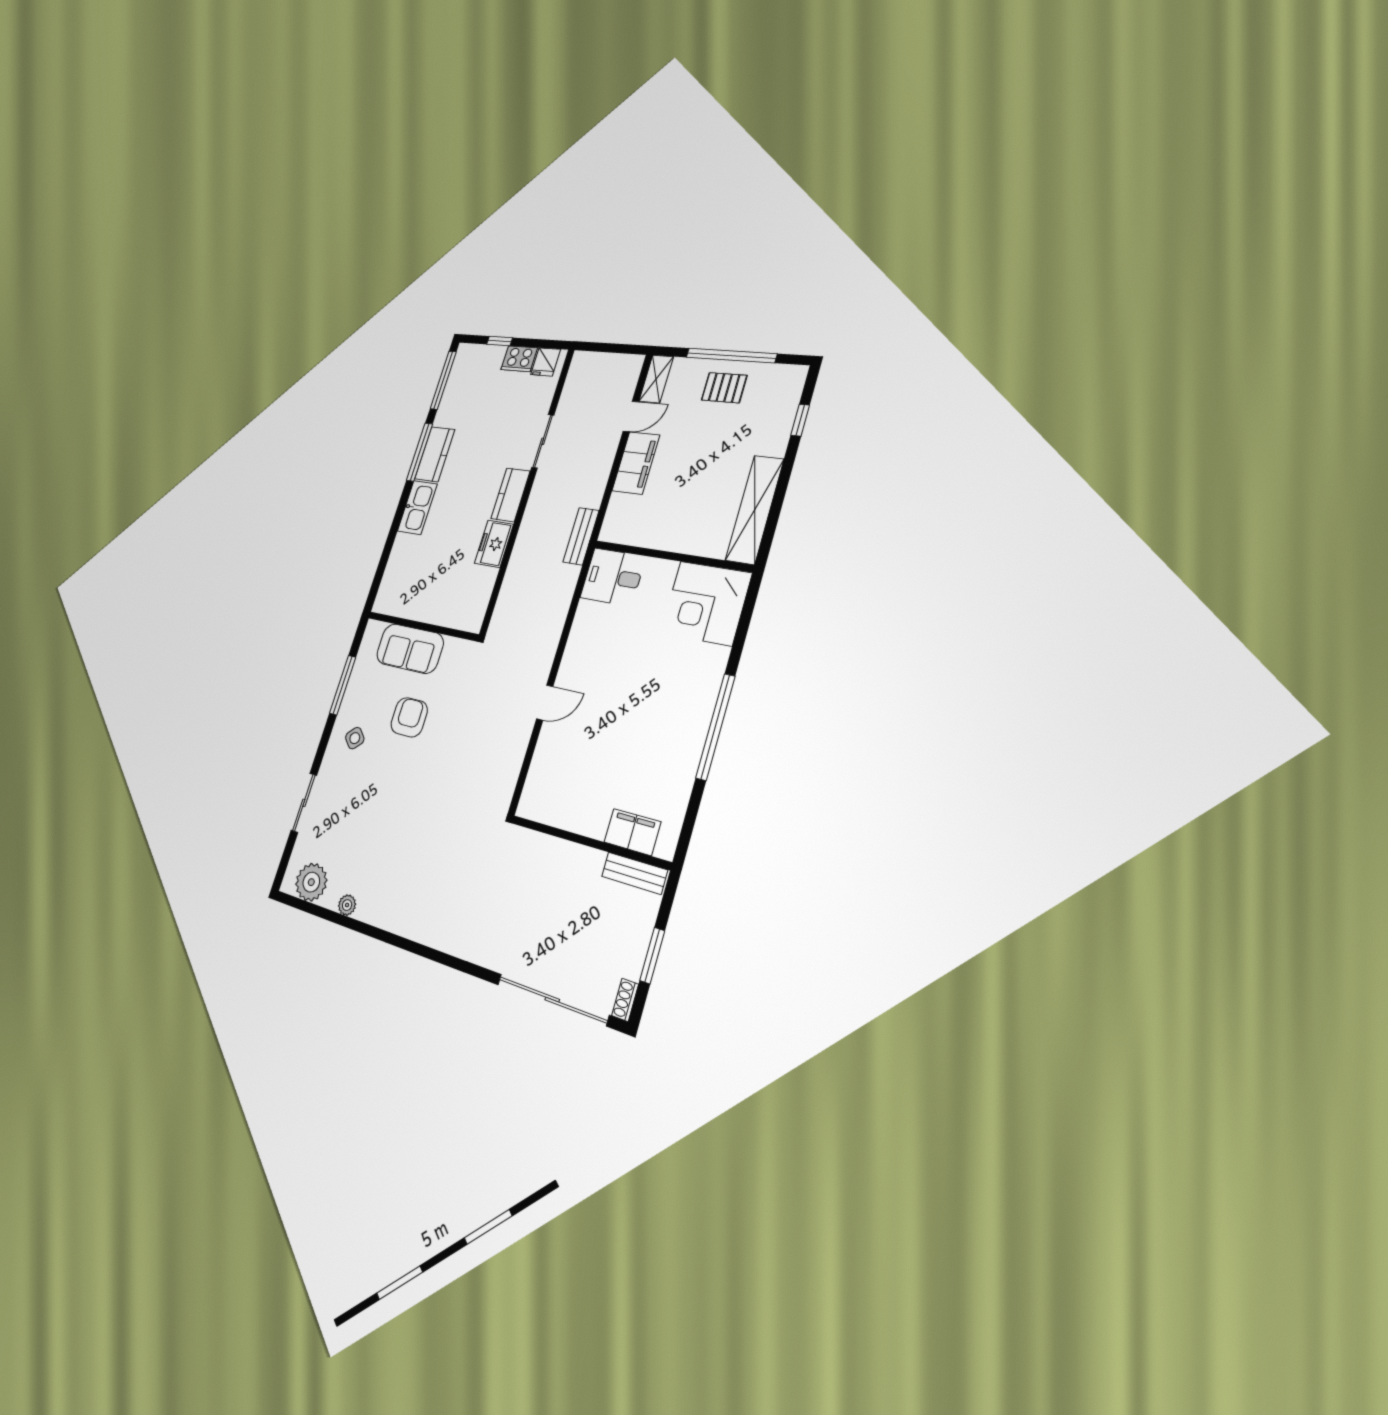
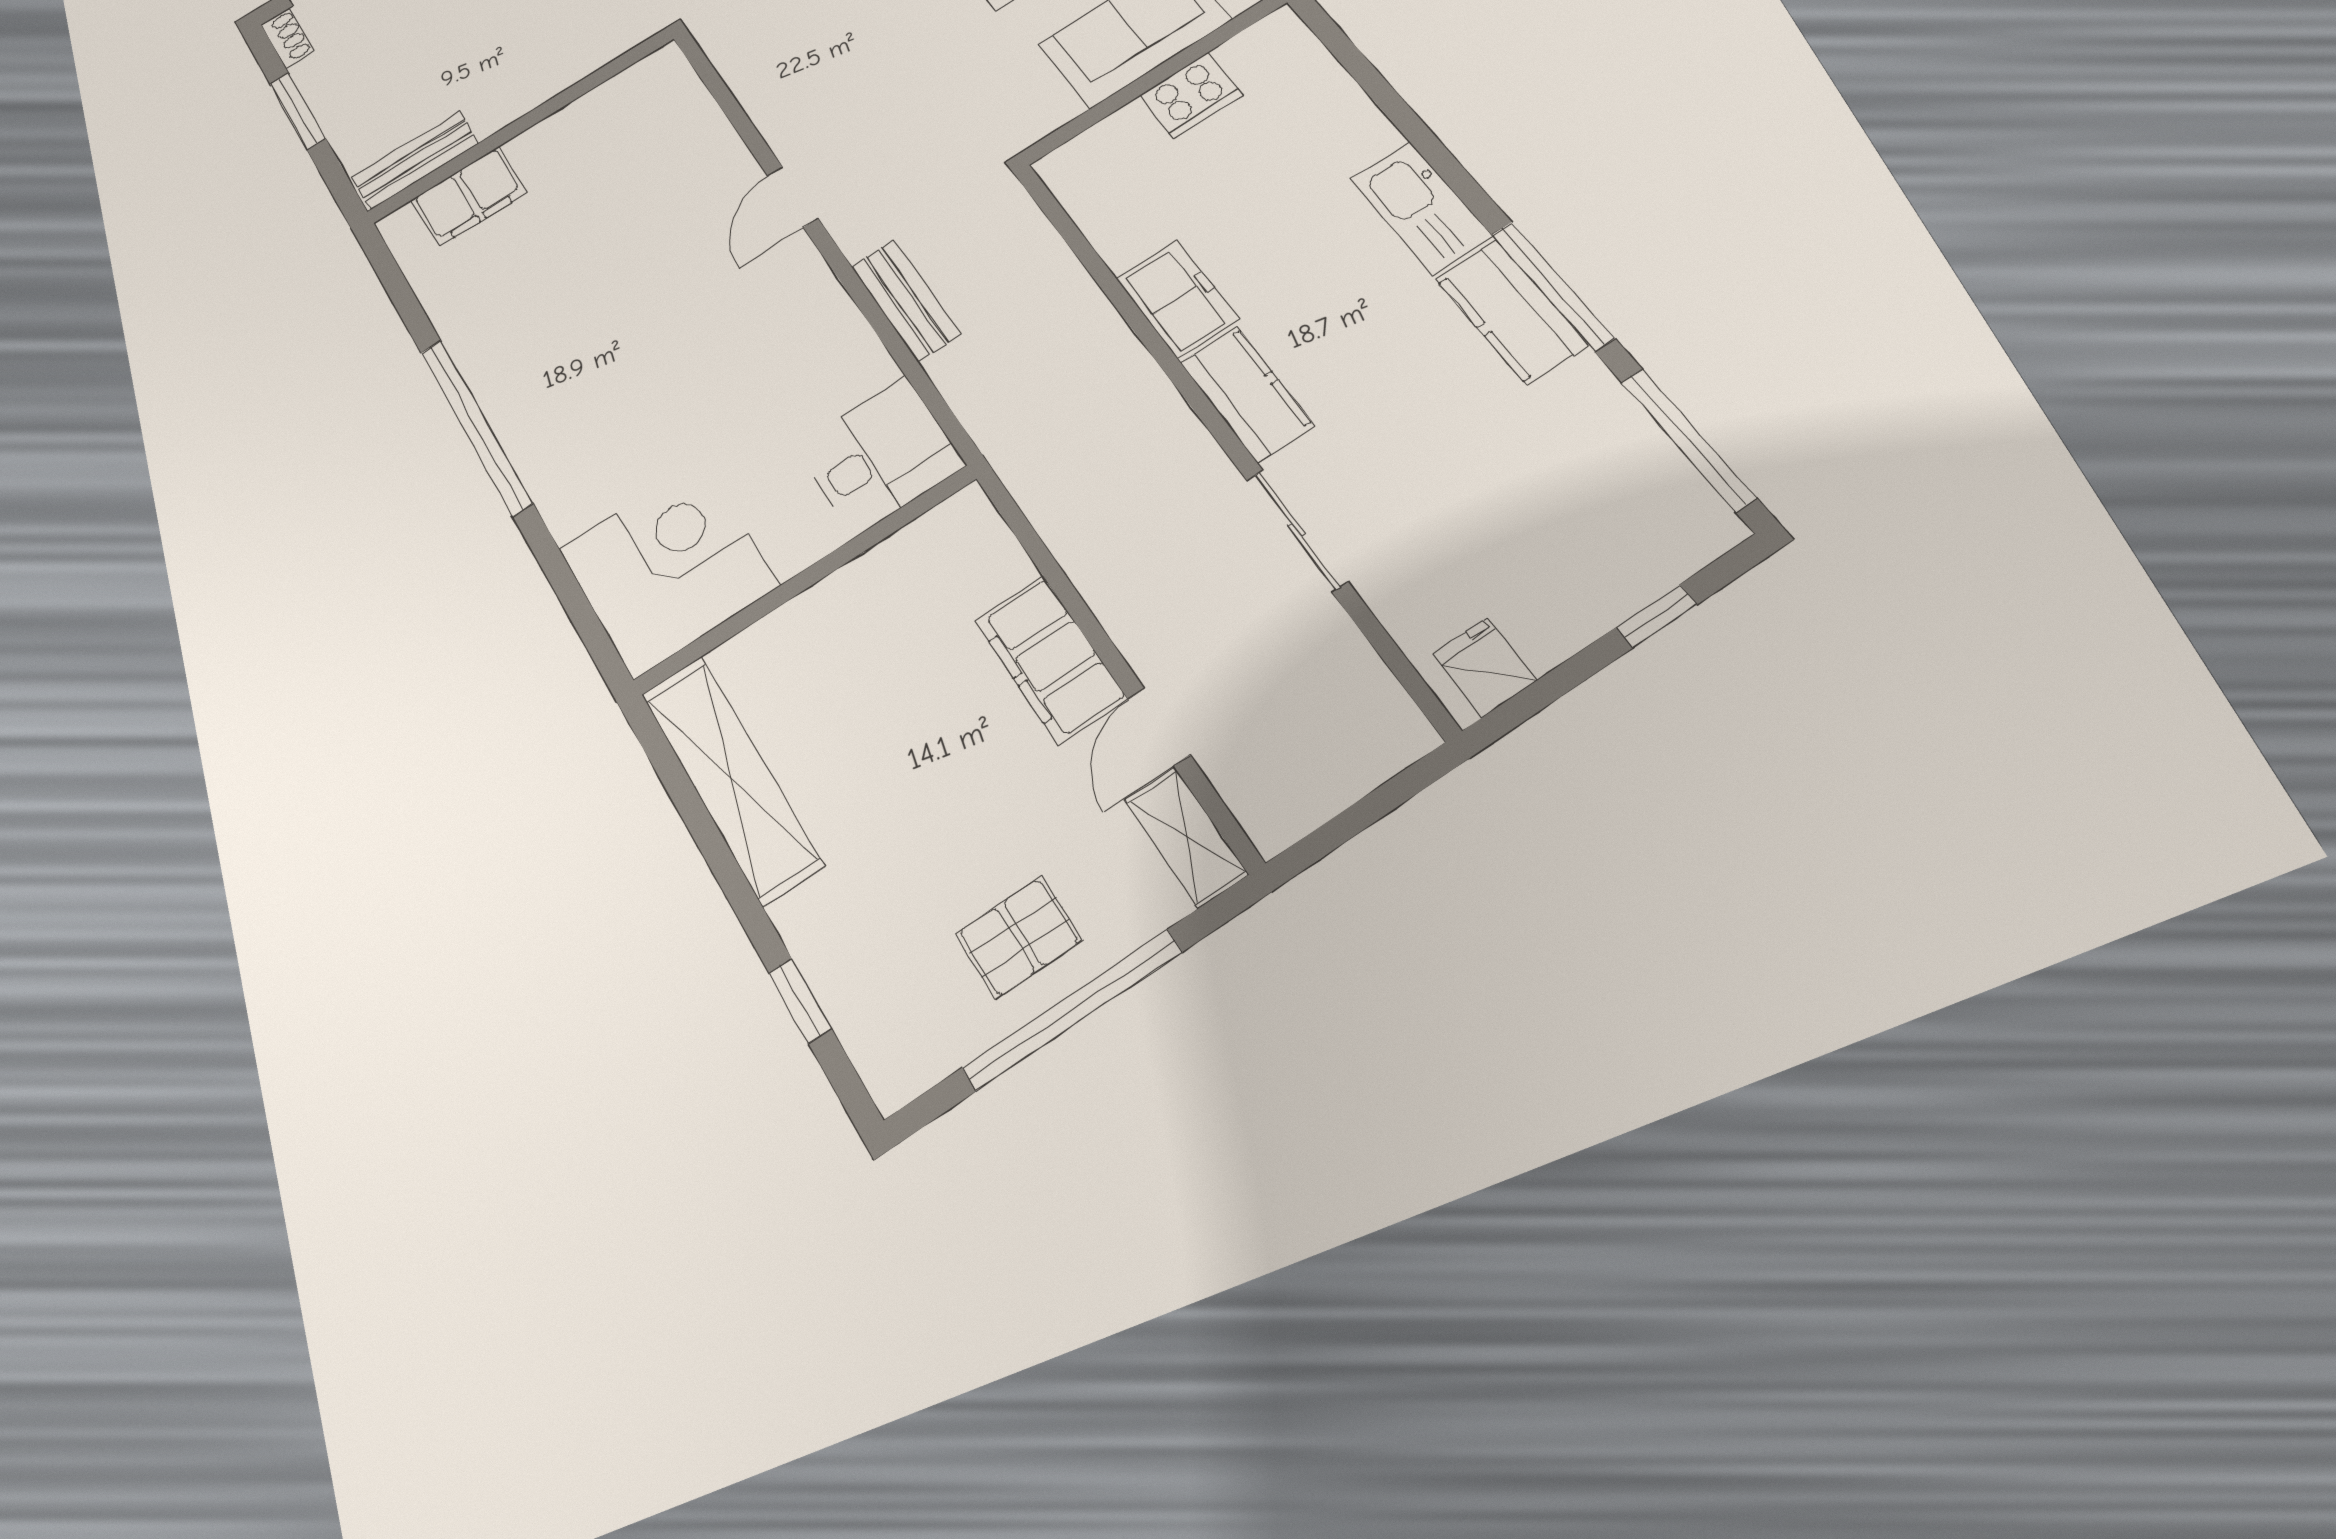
cooker: (519, 359) -> (1191, 95), moved, turned 180
bench: (581, 536) -> (906, 300), moved

